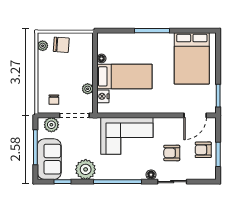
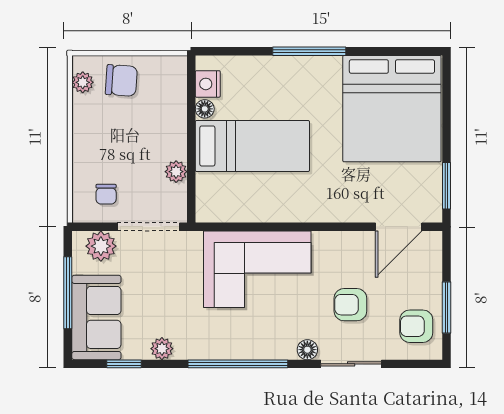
bed: (192, 58) -> (392, 109), width x1.36
nightstand: (103, 96) -> (208, 84), moved
armchair: (203, 150) -> (416, 326), moved
plant: (86, 169) -> (162, 349), width x0.53, depth x0.53

